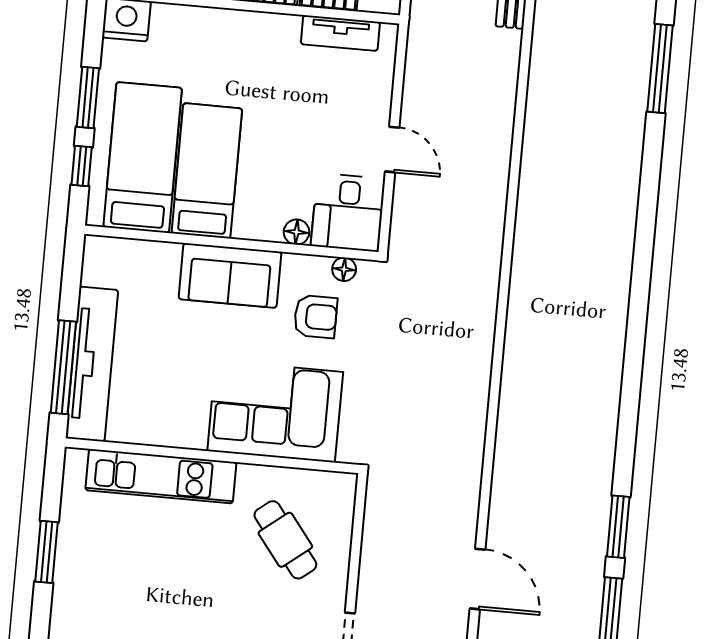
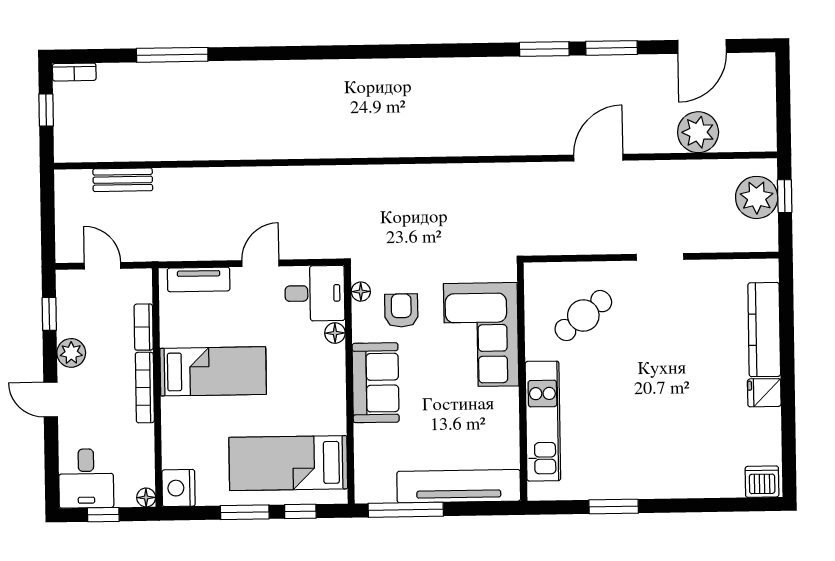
tv unit: (340, 33) -> (199, 279), moved, turned 90
bed: (207, 171) -> (213, 371), moved, turned 180
window: (63, 367) -> (406, 510), moved

